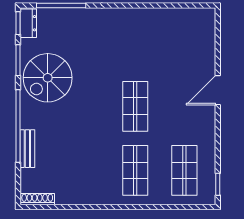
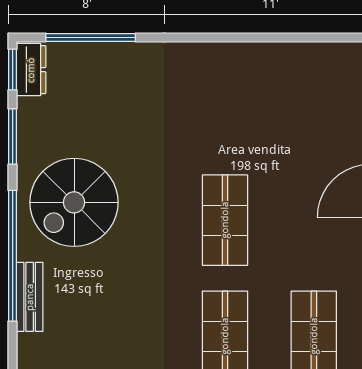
spiral stairs: (48, 78) -> (74, 202), moved

